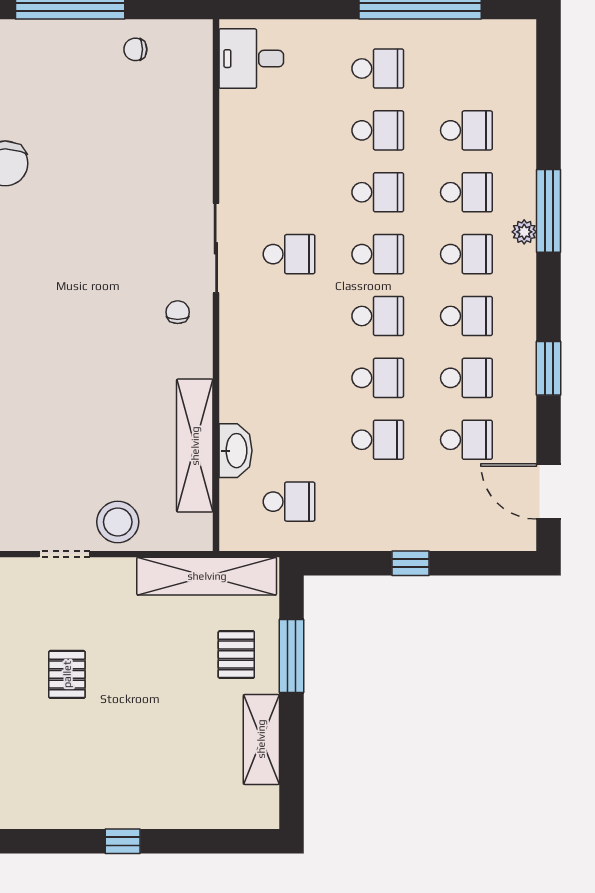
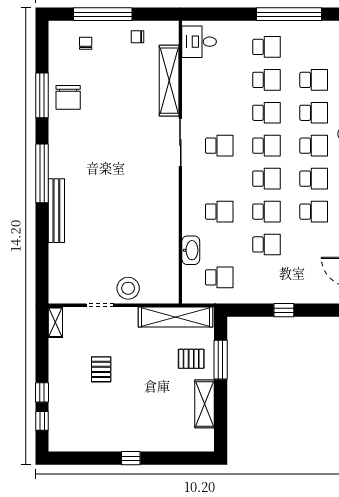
chair: (178, 312) -> (86, 43), moved
school desk: (466, 440) -> (219, 212), moved
shelving: (195, 446) -> (169, 81), moved
pallet: (236, 655) -> (191, 359), turned 90

